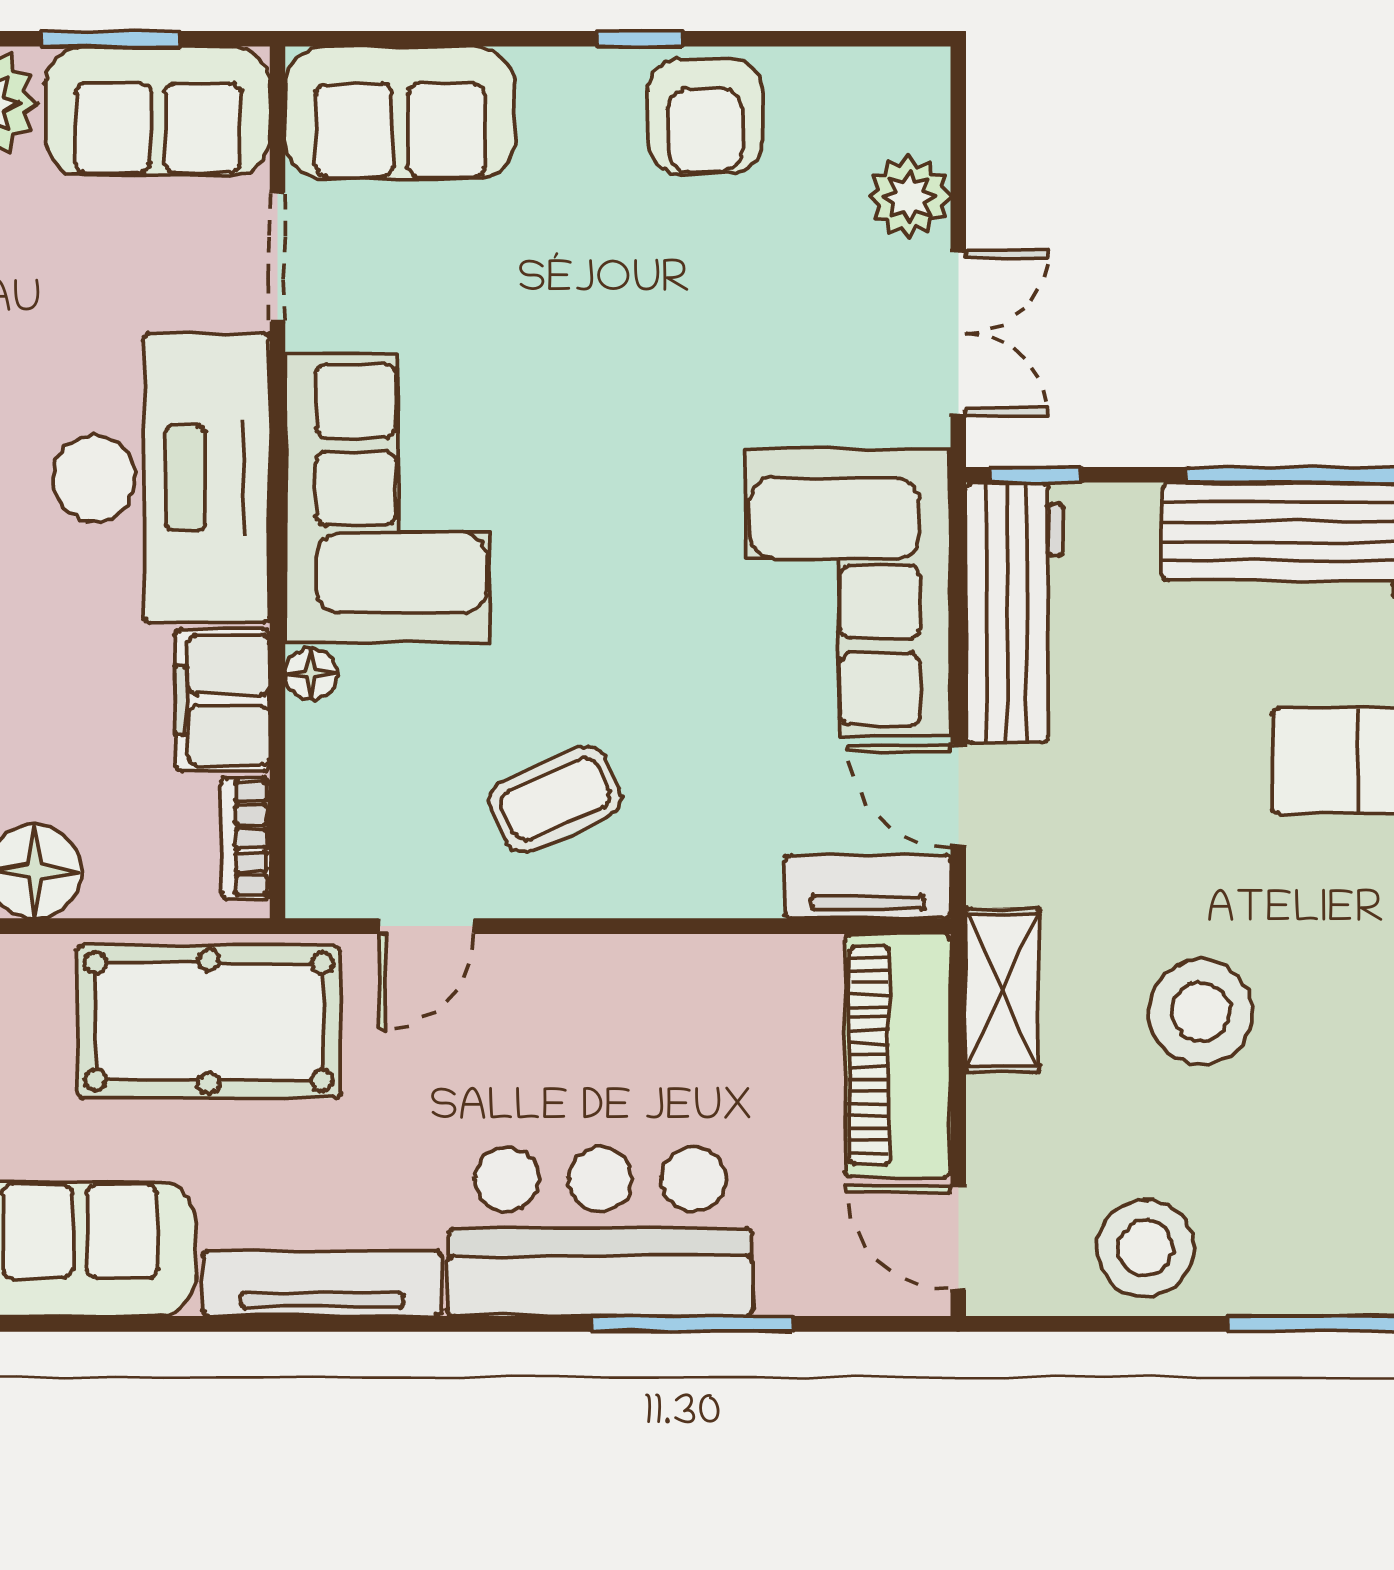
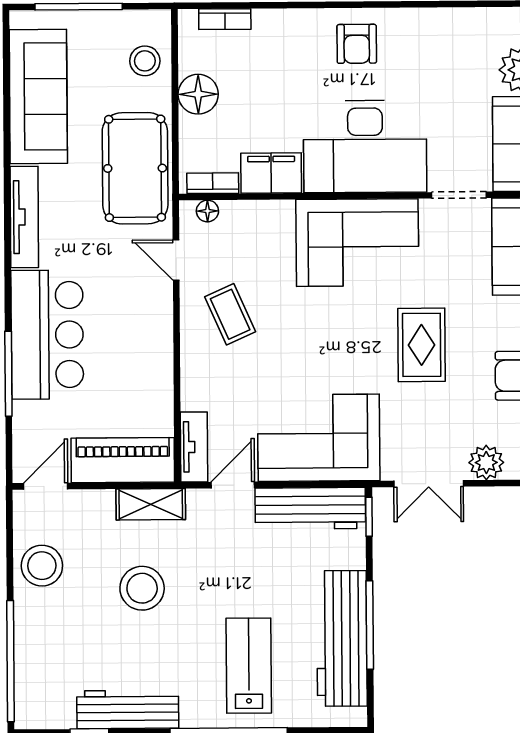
rug: (631, 348) -> (422, 345), added
floor lamp: (311, 674) -> (207, 211), moved

